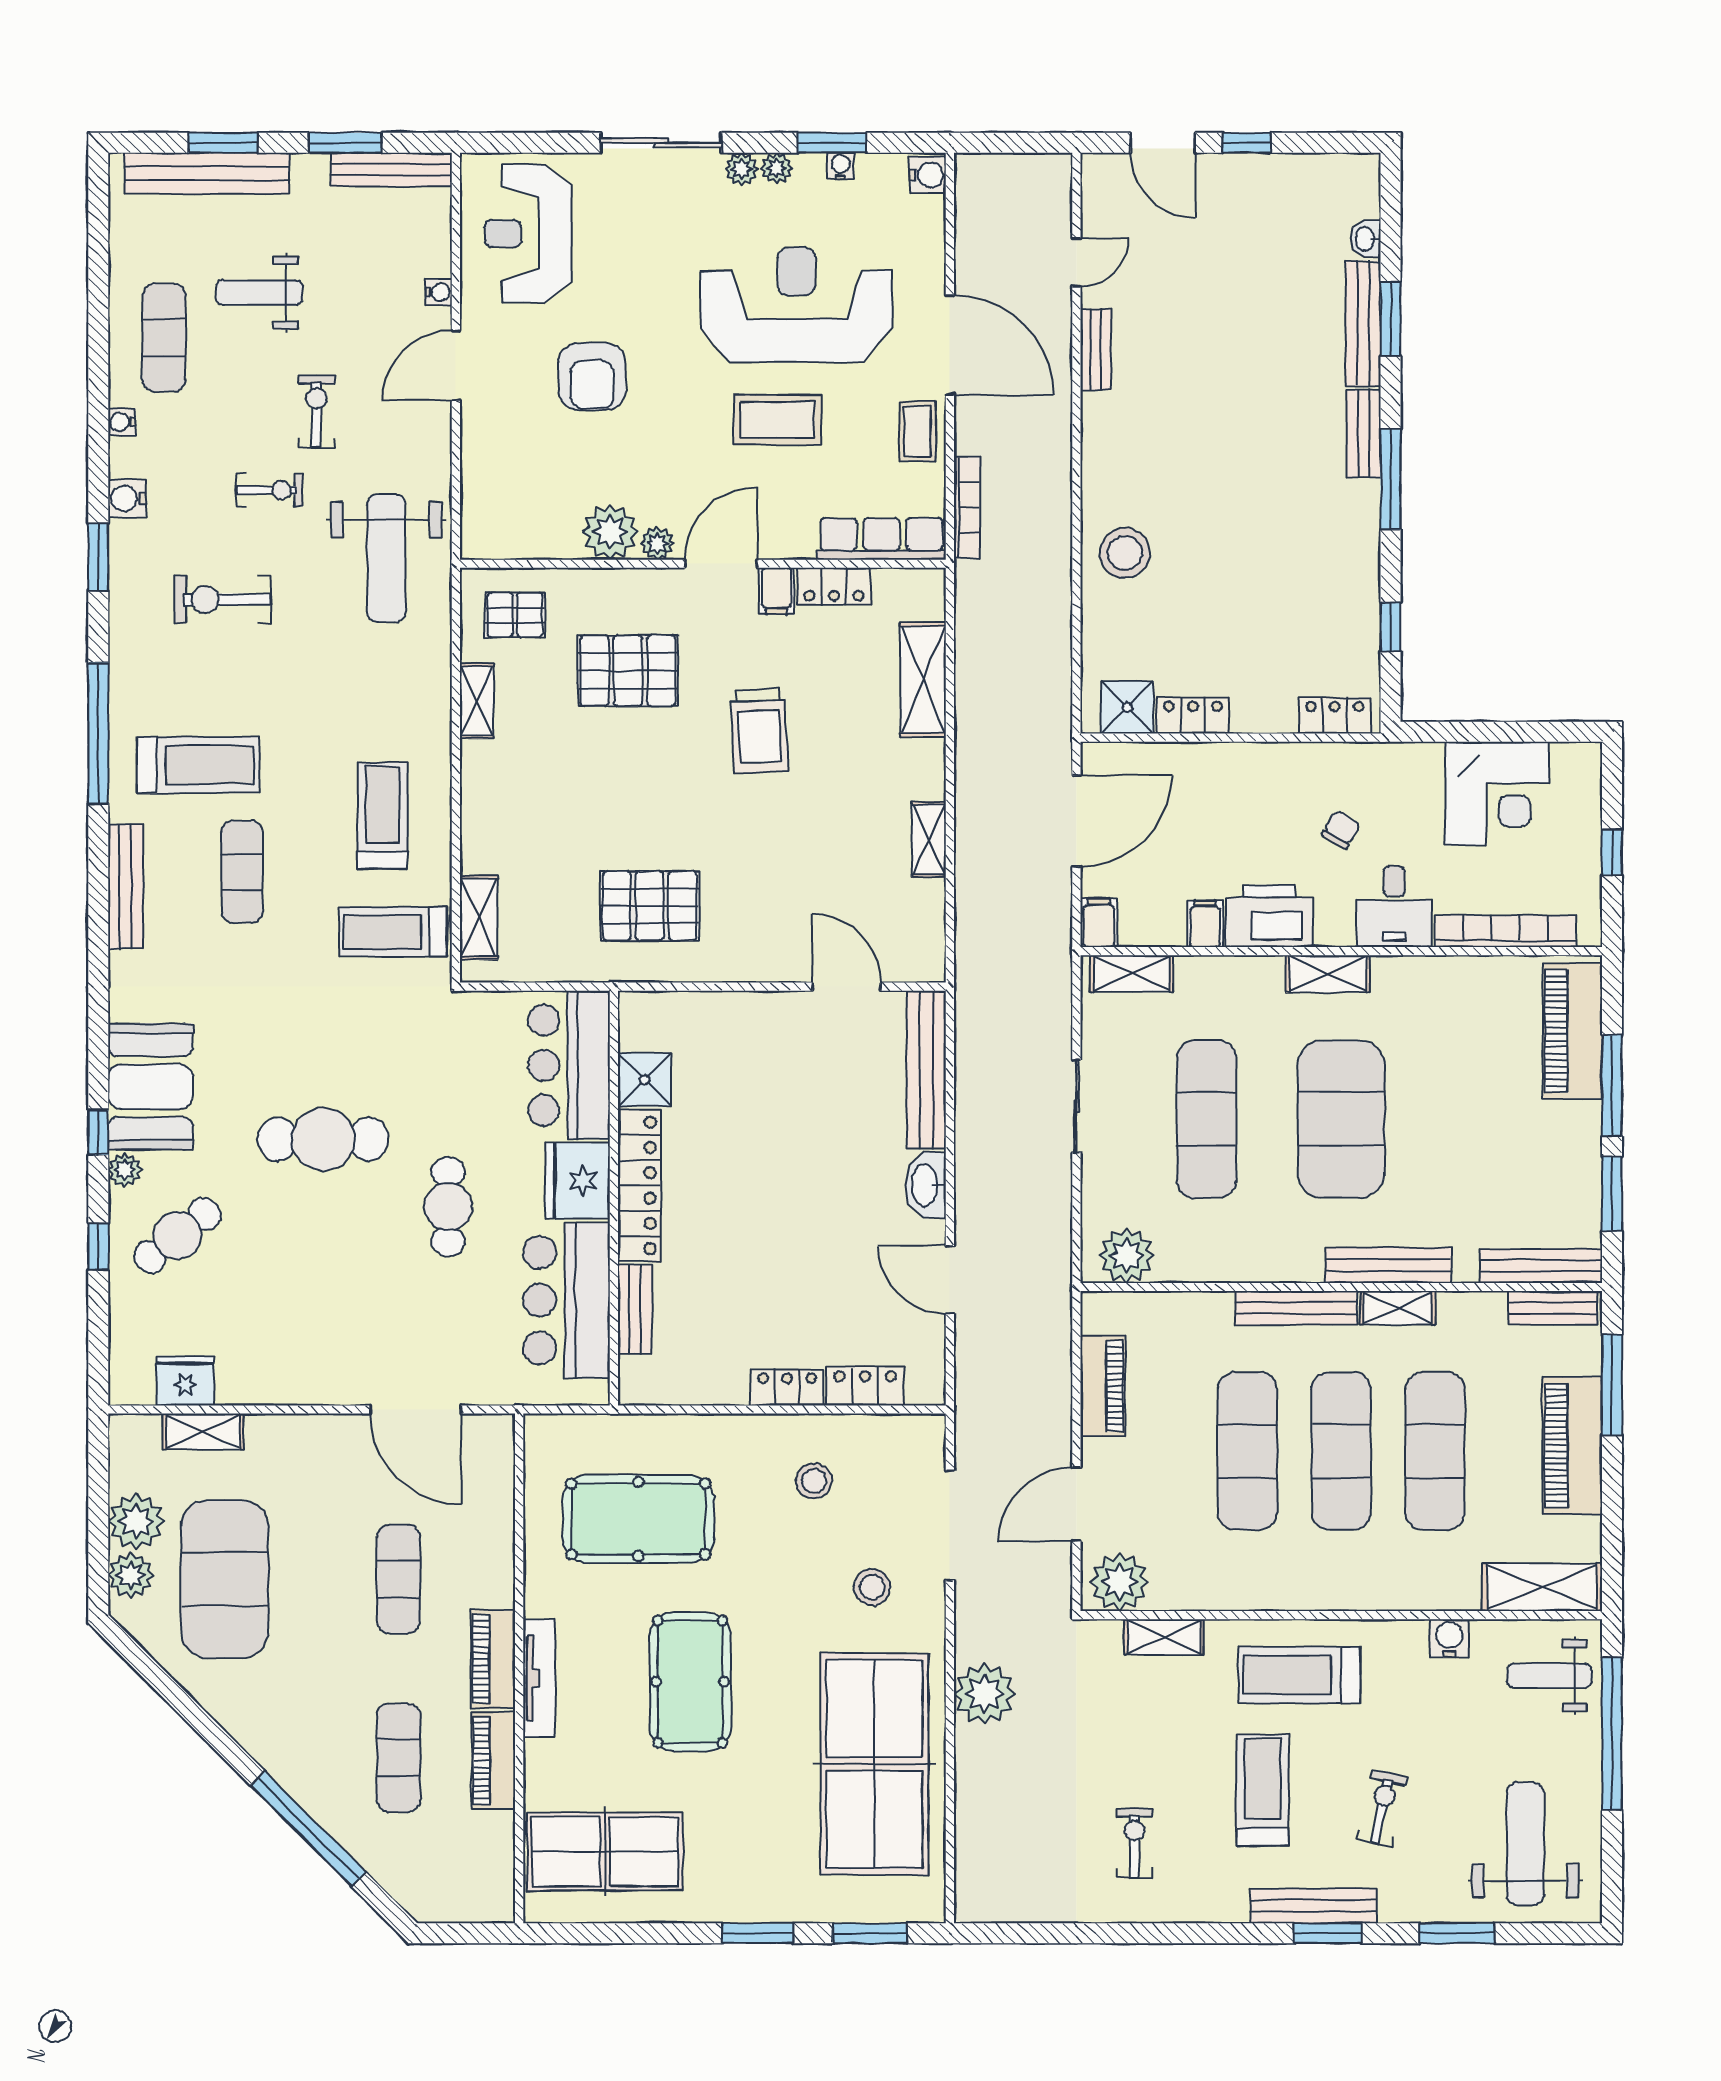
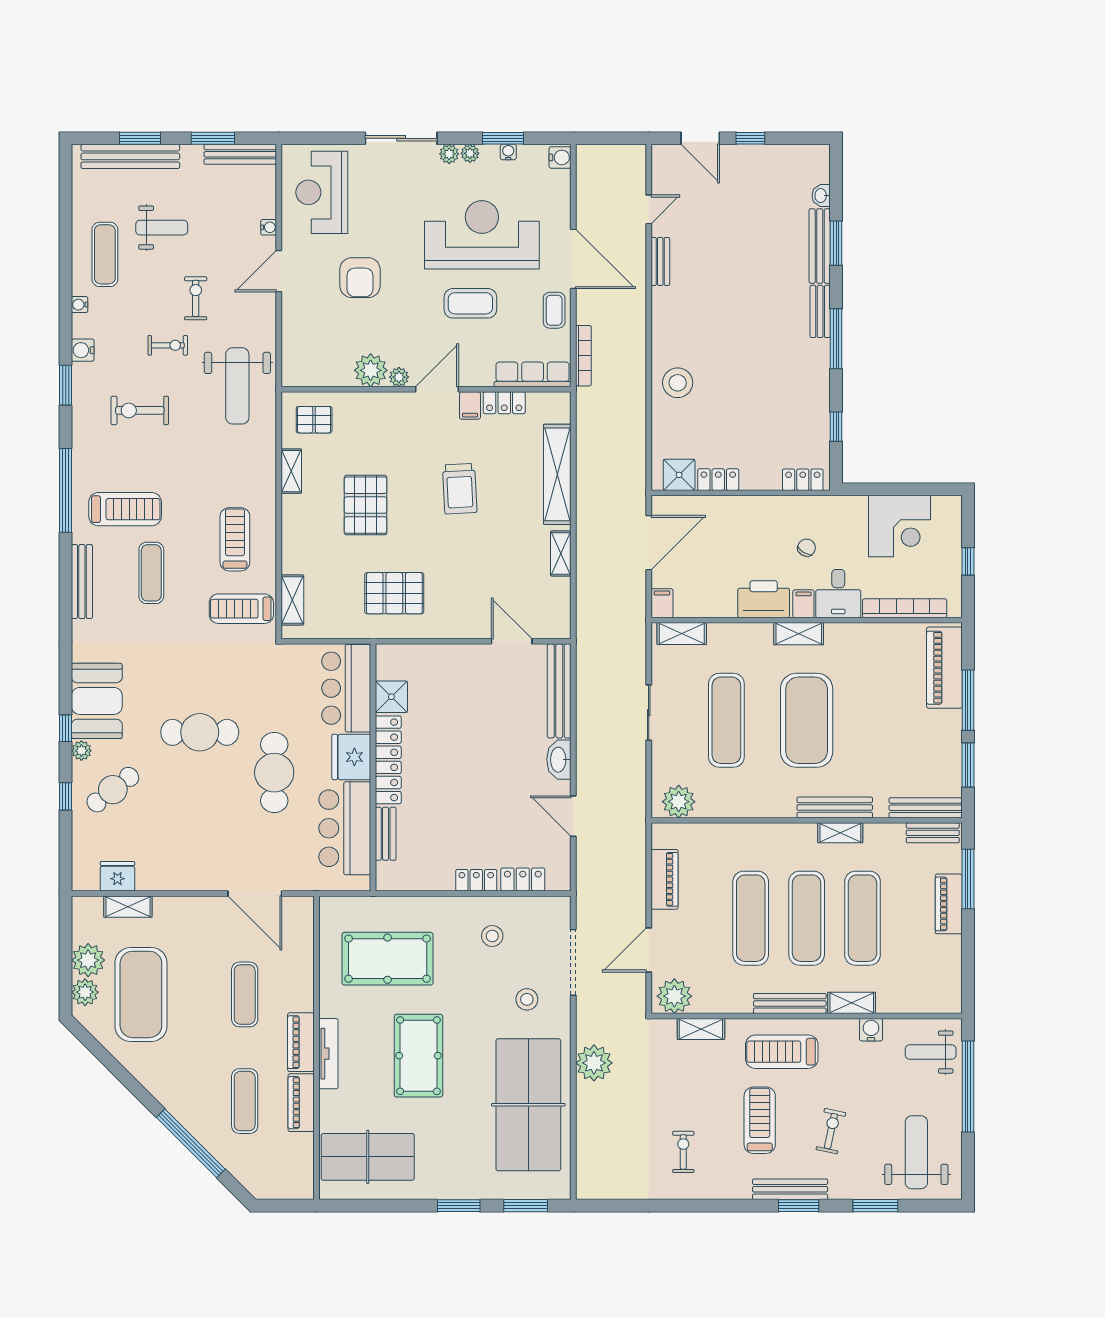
weight bench: (259, 293) -> (162, 228), turned 180
pallet: (628, 671) -> (366, 505), moved, turned 90
shelving: (923, 680) -> (557, 474), width x1.47
filing cabinet: (1205, 924) -> (803, 604), moved
cafe table: (448, 1207) -> (274, 773), width x1.37, depth x1.35
bench: (1296, 1308) -> (790, 1003), moved
piano: (1572, 1446) -> (949, 904), width x0.73, depth x0.75
shelving: (1542, 1587) -> (852, 1003), moved, width x0.67, depth x0.75

